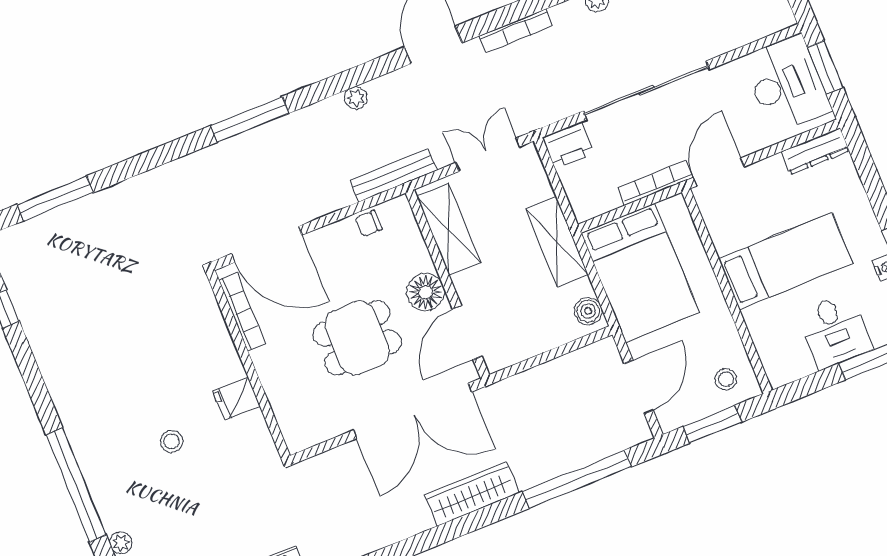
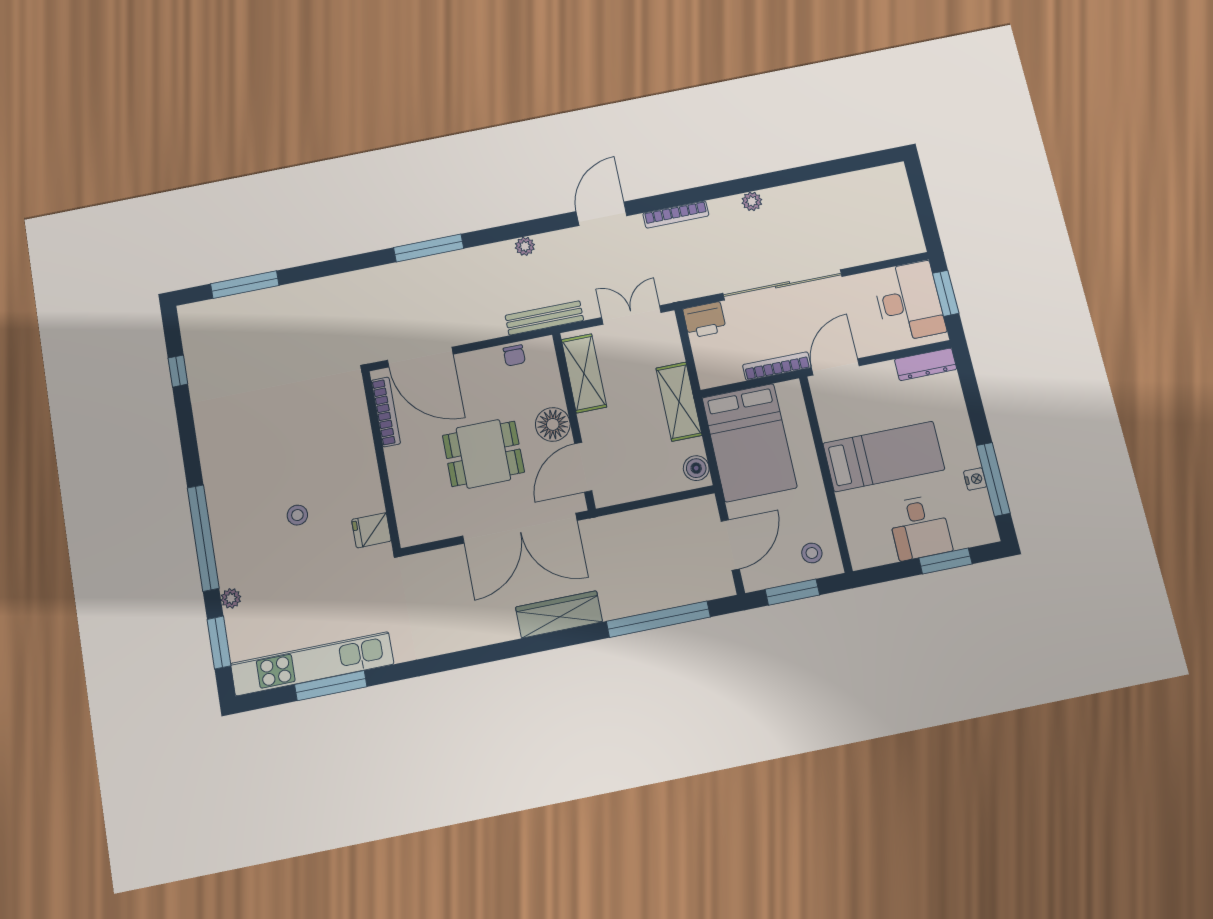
chair: (369, 224) -> (514, 355), turned -90
fridge: (237, 399) -> (371, 530), moved

